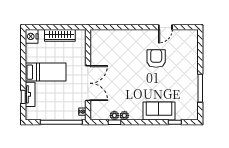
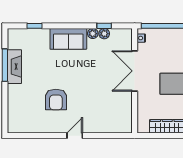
door: (165, 27) -> (75, 136), moved
fireplace: (192, 87) -> (14, 67), added
sofa: (159, 111) -> (68, 39), moved

